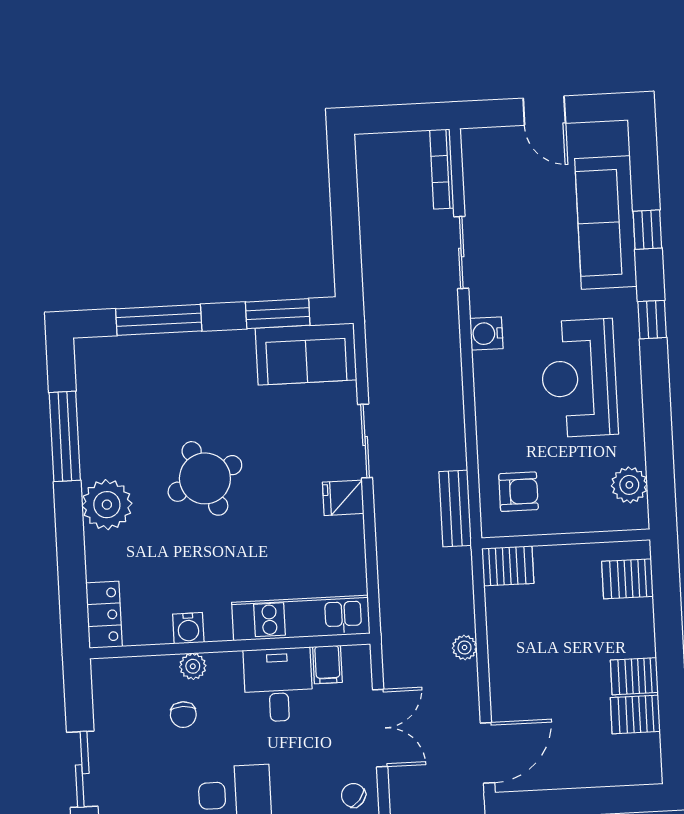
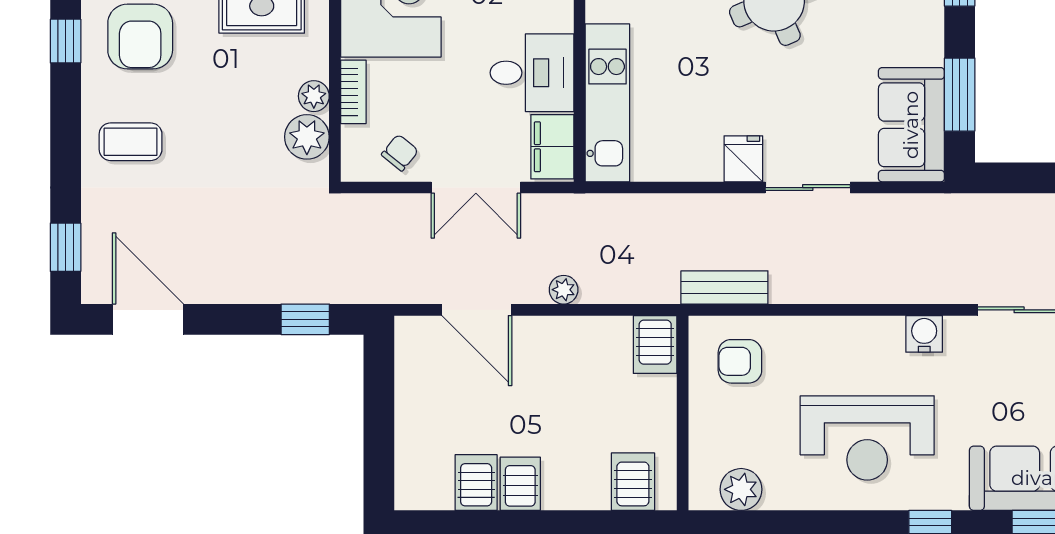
reception desk: (579, 378) -> (867, 438), turned 180
armchair: (519, 492) -> (740, 361), turned 90
filing cabinet: (327, 664) -> (552, 147), width x2.00
door: (487, 753) -> (477, 310), moved

